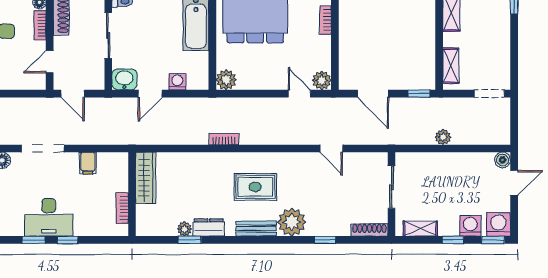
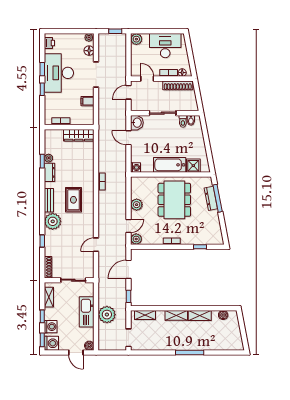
plant: (226, 80) -> (137, 205), moved
washing machine: (177, 82) -> (135, 167), moved
plant: (443, 137) -> (107, 315), width x1.88, depth x1.88
kitchen sink: (445, 165) -> (87, 312), added
desk: (49, 217) -> (59, 73), width x1.36, depth x1.30

